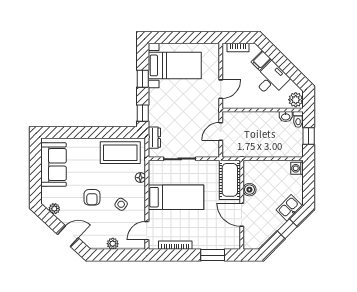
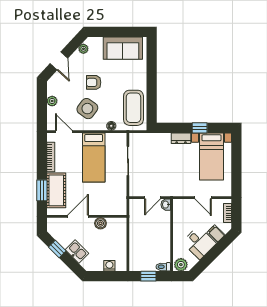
door: (221, 89) -> (203, 198), moved
window: (143, 113) -> (169, 128), removed
washbasin: (286, 117) -> (166, 205), moved
door: (221, 131) -> (152, 198), swing flipped
dresser: (154, 138) -> (181, 138), moved
washing machine: (297, 168) -> (109, 266), moved
cot: (230, 180) -> (56, 190), moved, turned 90
side table: (121, 204) -> (87, 109), width x1.87, depth x1.87
kitchen sink: (289, 208) -> (77, 252), moved
window: (287, 229) -> (57, 249), moved

